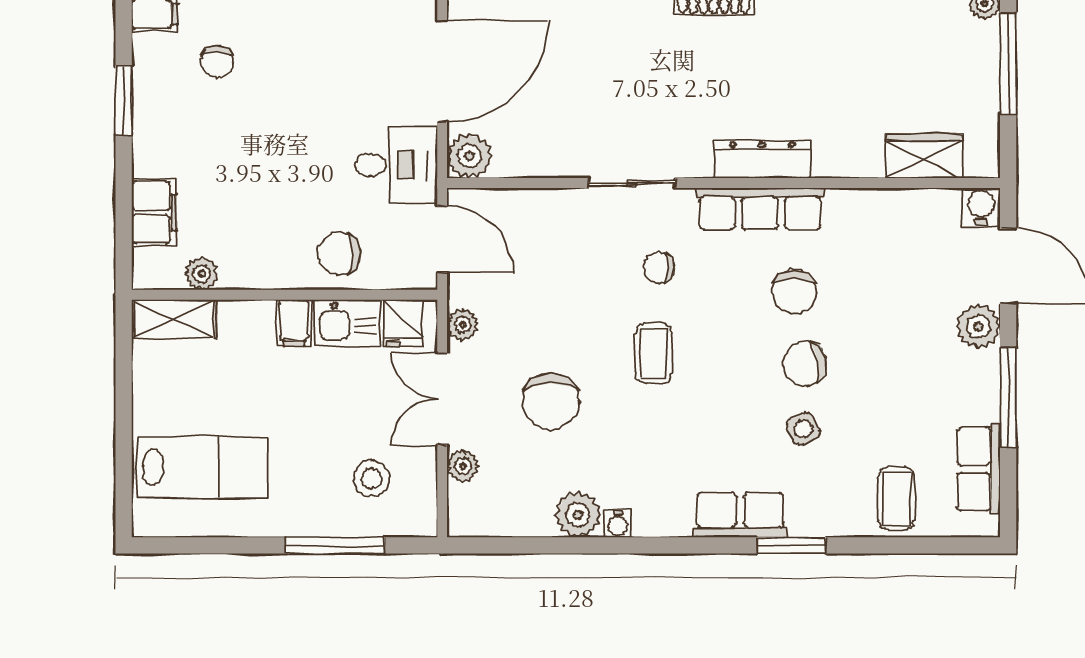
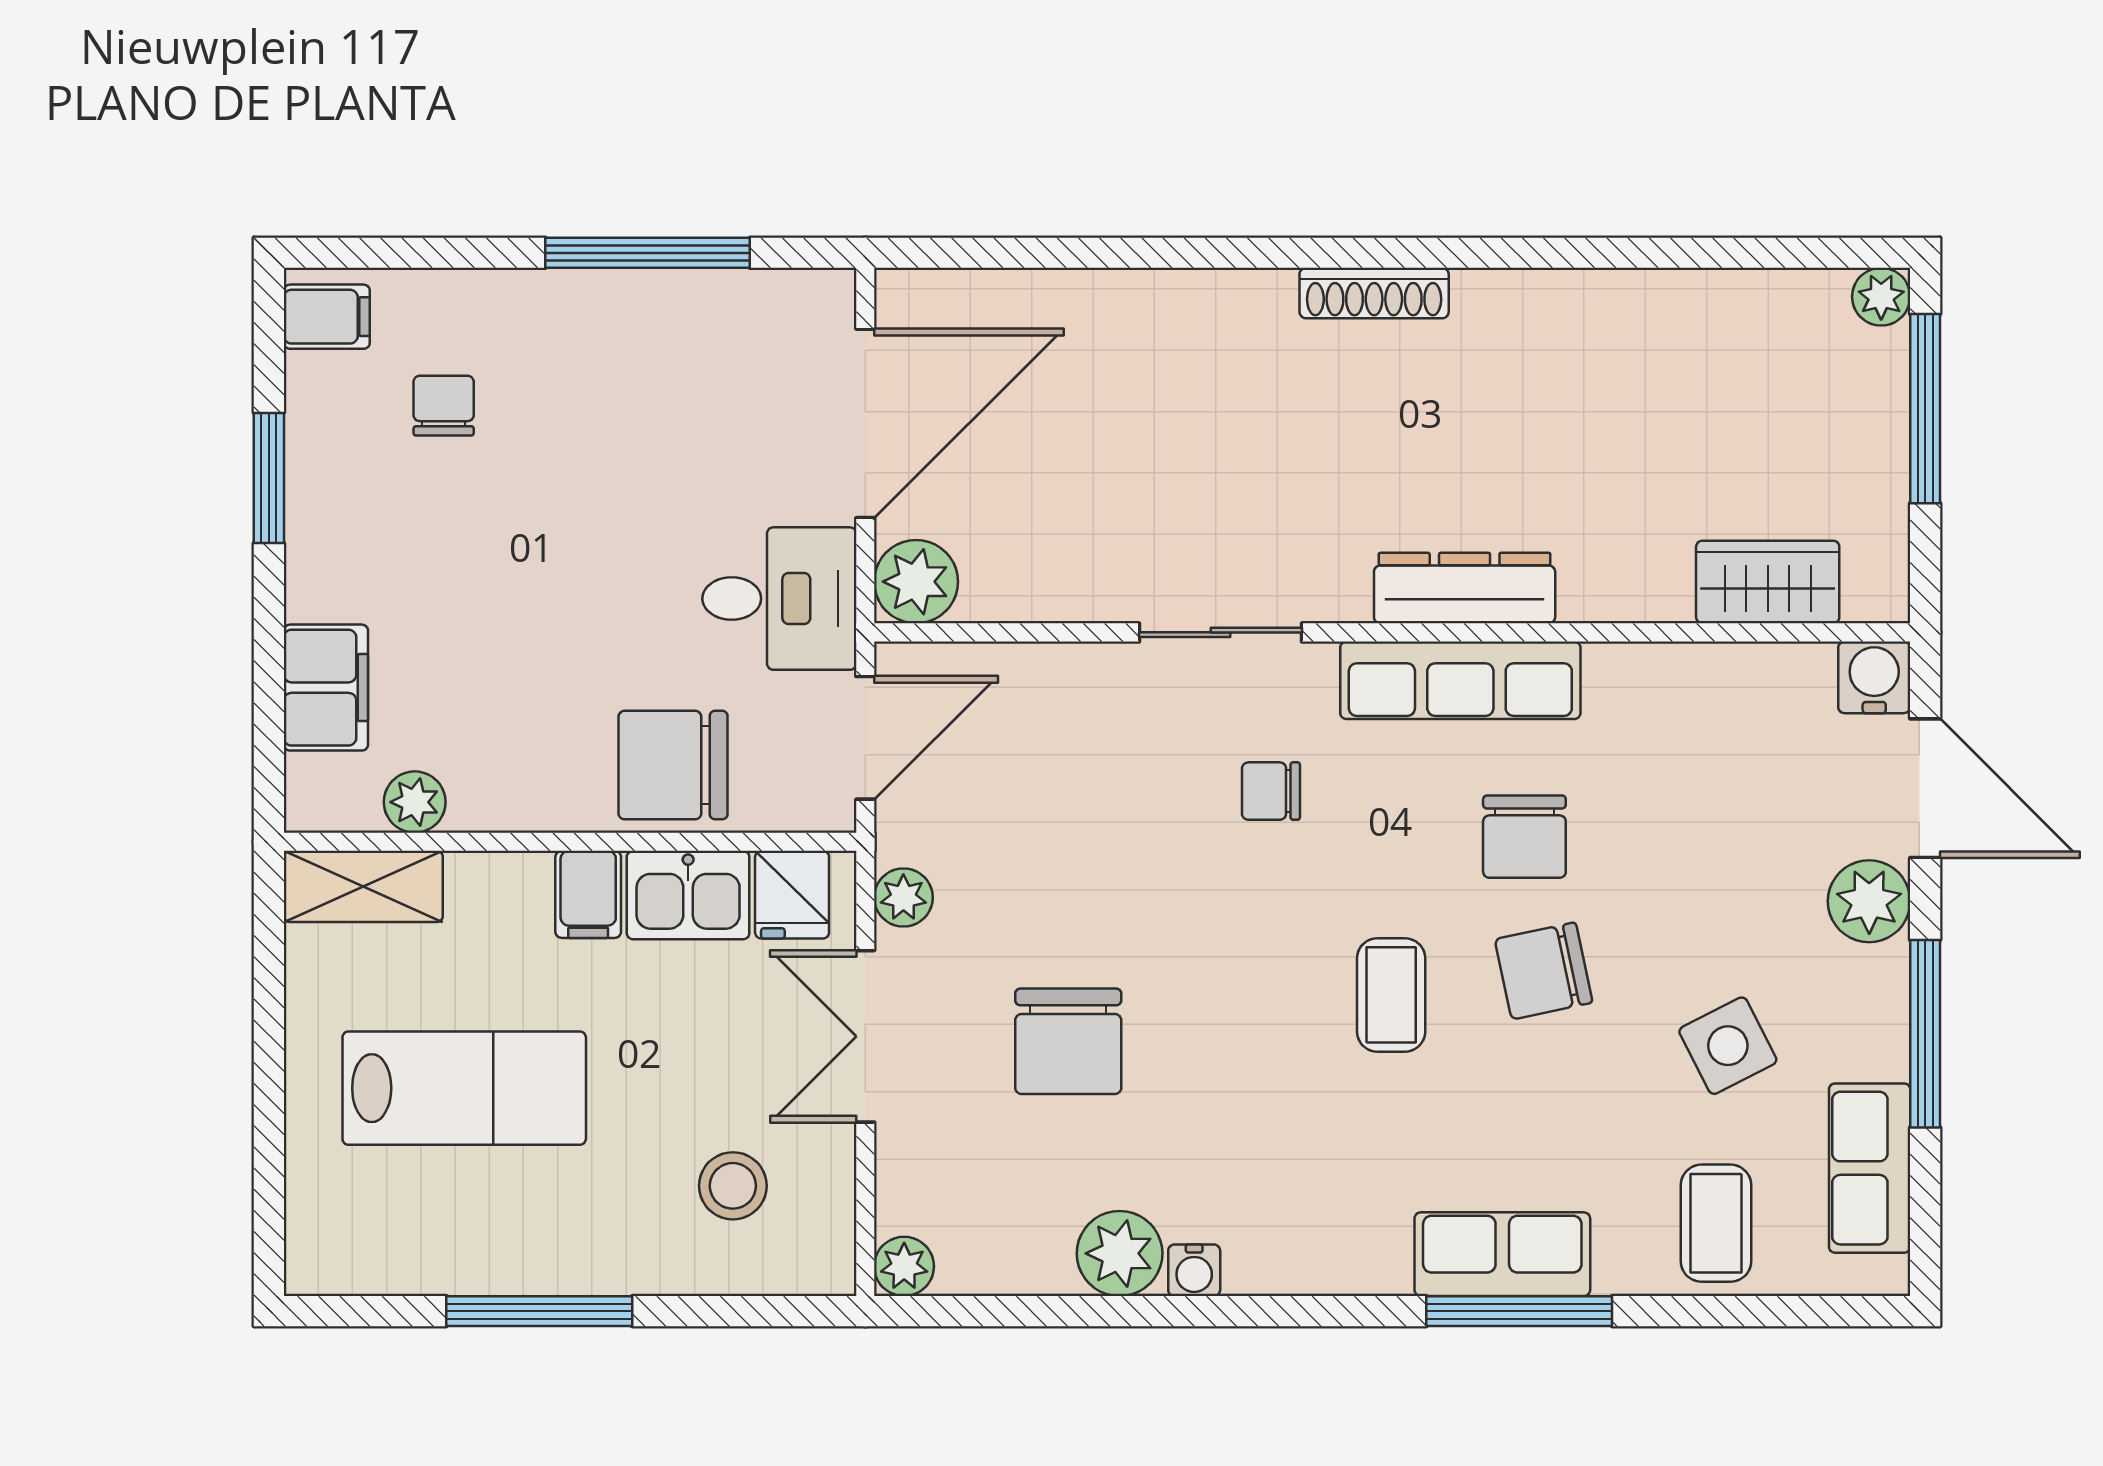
chair: (217, 62) -> (444, 406), turned 180
door: (442, 239) -> (865, 738), hinge flipped
chair: (339, 254) -> (673, 765), width x1.37, depth x1.37
coffee table: (653, 353) -> (1391, 995), moved
side table: (803, 429) -> (1728, 1046), moved, width x1.37, depth x1.37
plant: (463, 466) -> (904, 1266), moved
lab bench: (203, 467) -> (464, 1088), moved
row of seats: (740, 515) -> (1502, 1254), moved
window: (335, 545) -> (539, 1311), moved
window: (791, 545) -> (1519, 1311), width x1.44

